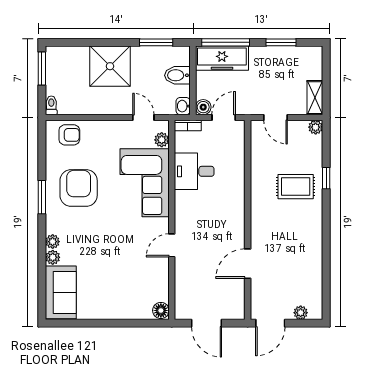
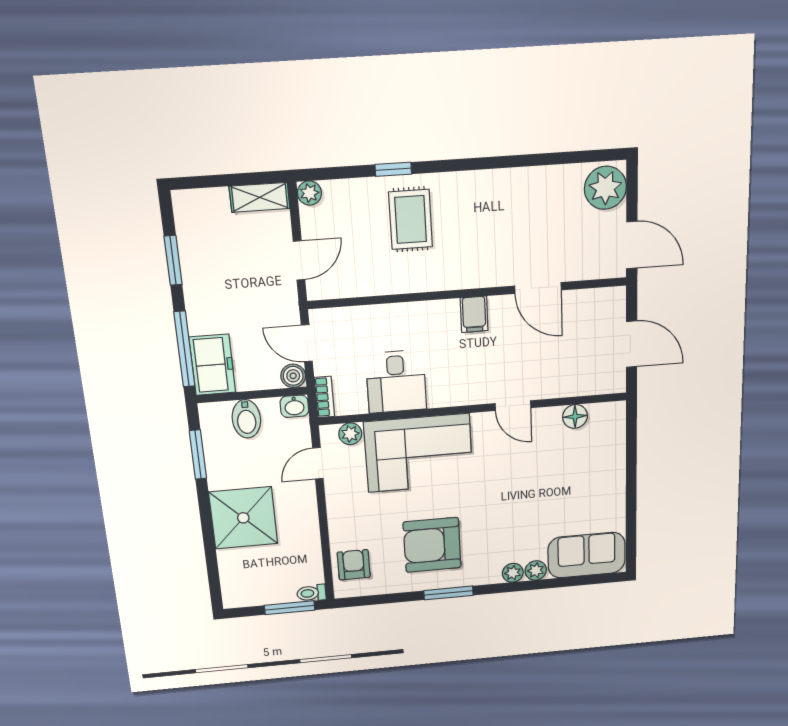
freezer: (222, 58) -> (212, 365), width x0.71
window: (42, 69) -> (290, 608), moved
filing cabinet: (234, 223) -> (474, 314), added
floor lamp: (161, 310) -> (575, 416), moved
plant: (301, 313) -> (605, 188), width x1.87, depth x1.87
door: (207, 323) -> (632, 344), hinge flipped

